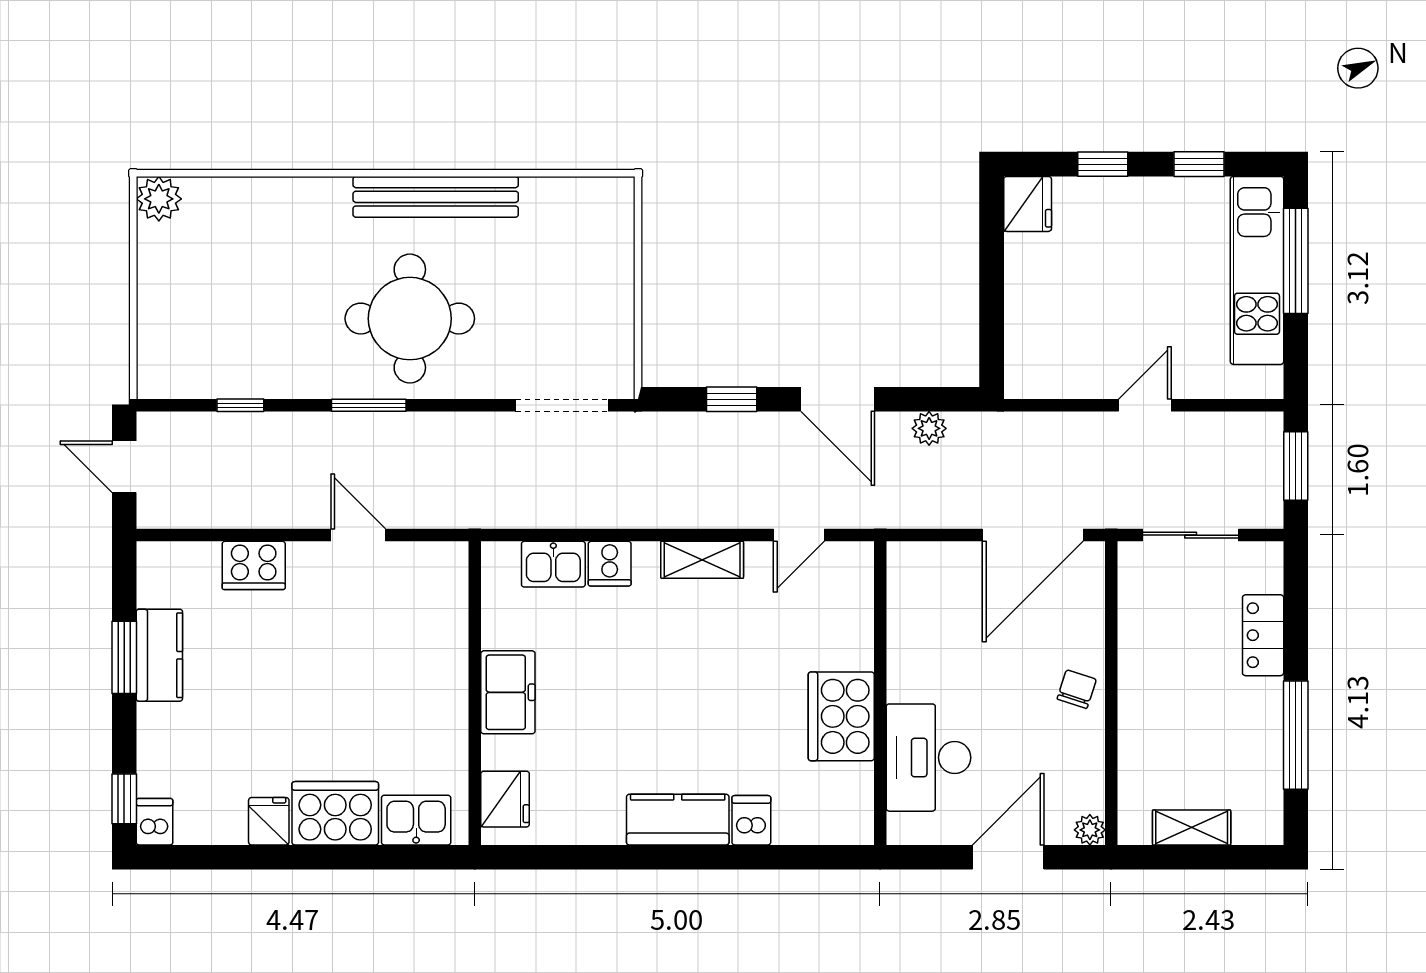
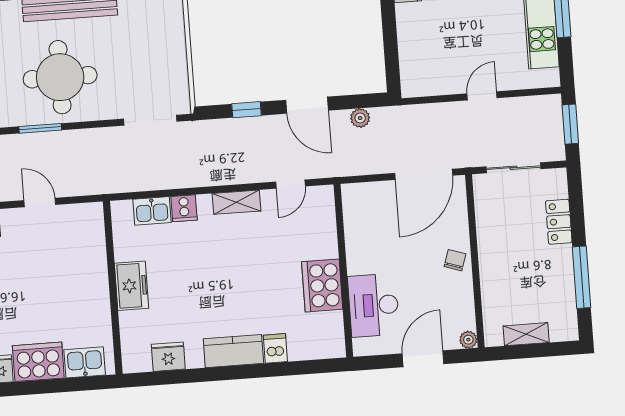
fridge: (505, 799) -> (168, 357), moved, turned -90

